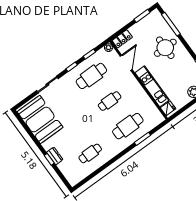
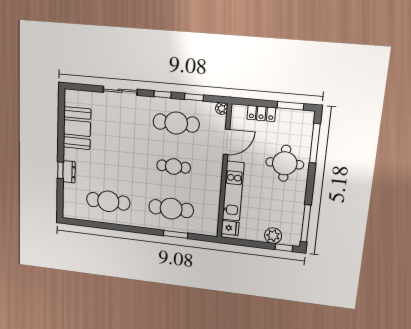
locker: (122, 39) -> (261, 113), moved
booth: (40, 120) -> (77, 128), width x0.73, depth x0.70
cafe table: (90, 153) -> (108, 201), width x1.37, depth x1.35

